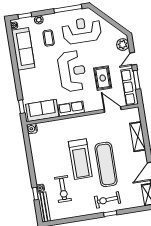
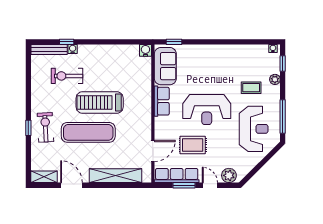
sofa: (23, 49) -> (243, 55), removed
shelving: (138, 137) -> (116, 176), width x1.47

